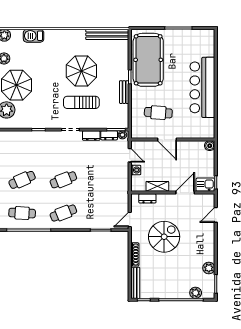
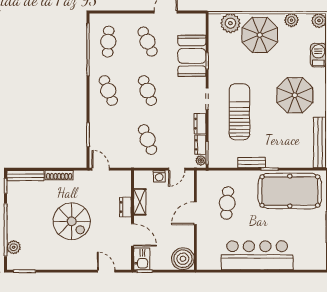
parasol: (81, 71) -> (295, 95), moved
sun lounger: (81, 102) -> (239, 112), width x1.36, depth x1.34
booth: (34, 142) -> (192, 56), added
boiler: (210, 146) -> (183, 259), width x1.86, depth x1.86
cafe table: (105, 180) -> (148, 140), added
dresser: (147, 198) -> (126, 207), moved
spiral stairs: (164, 237) -> (72, 221), moved
plant: (209, 268) -> (43, 263), removed

